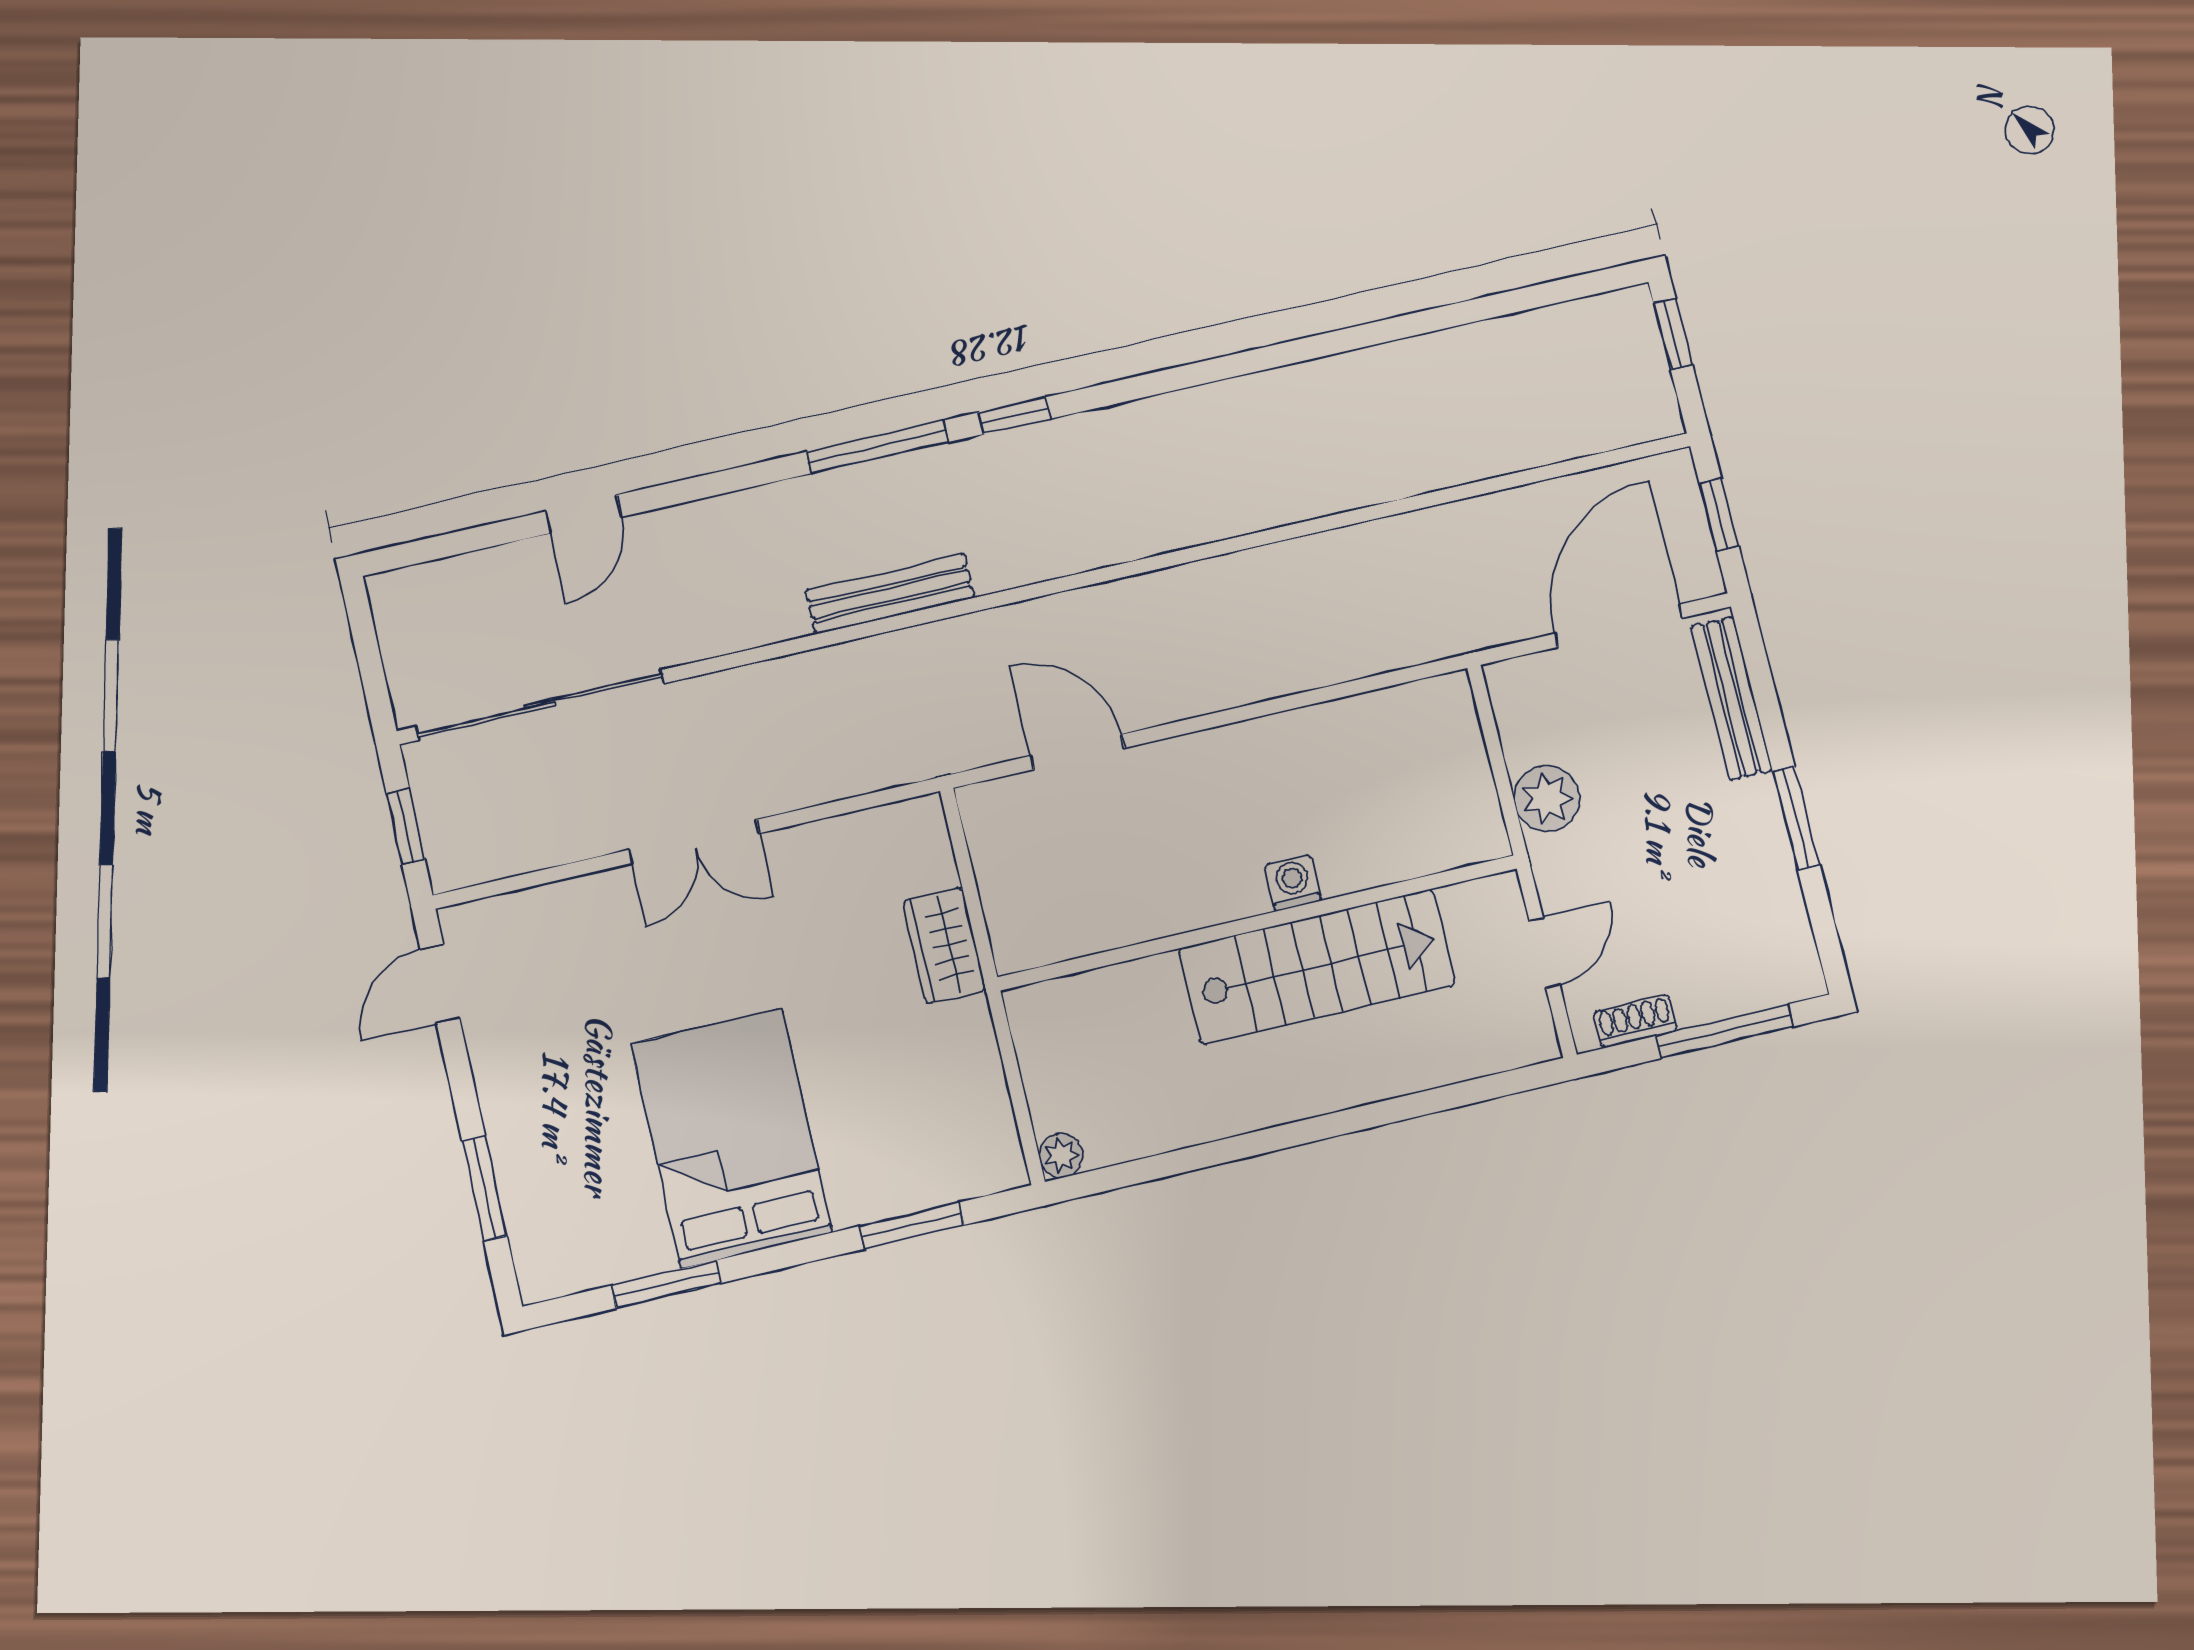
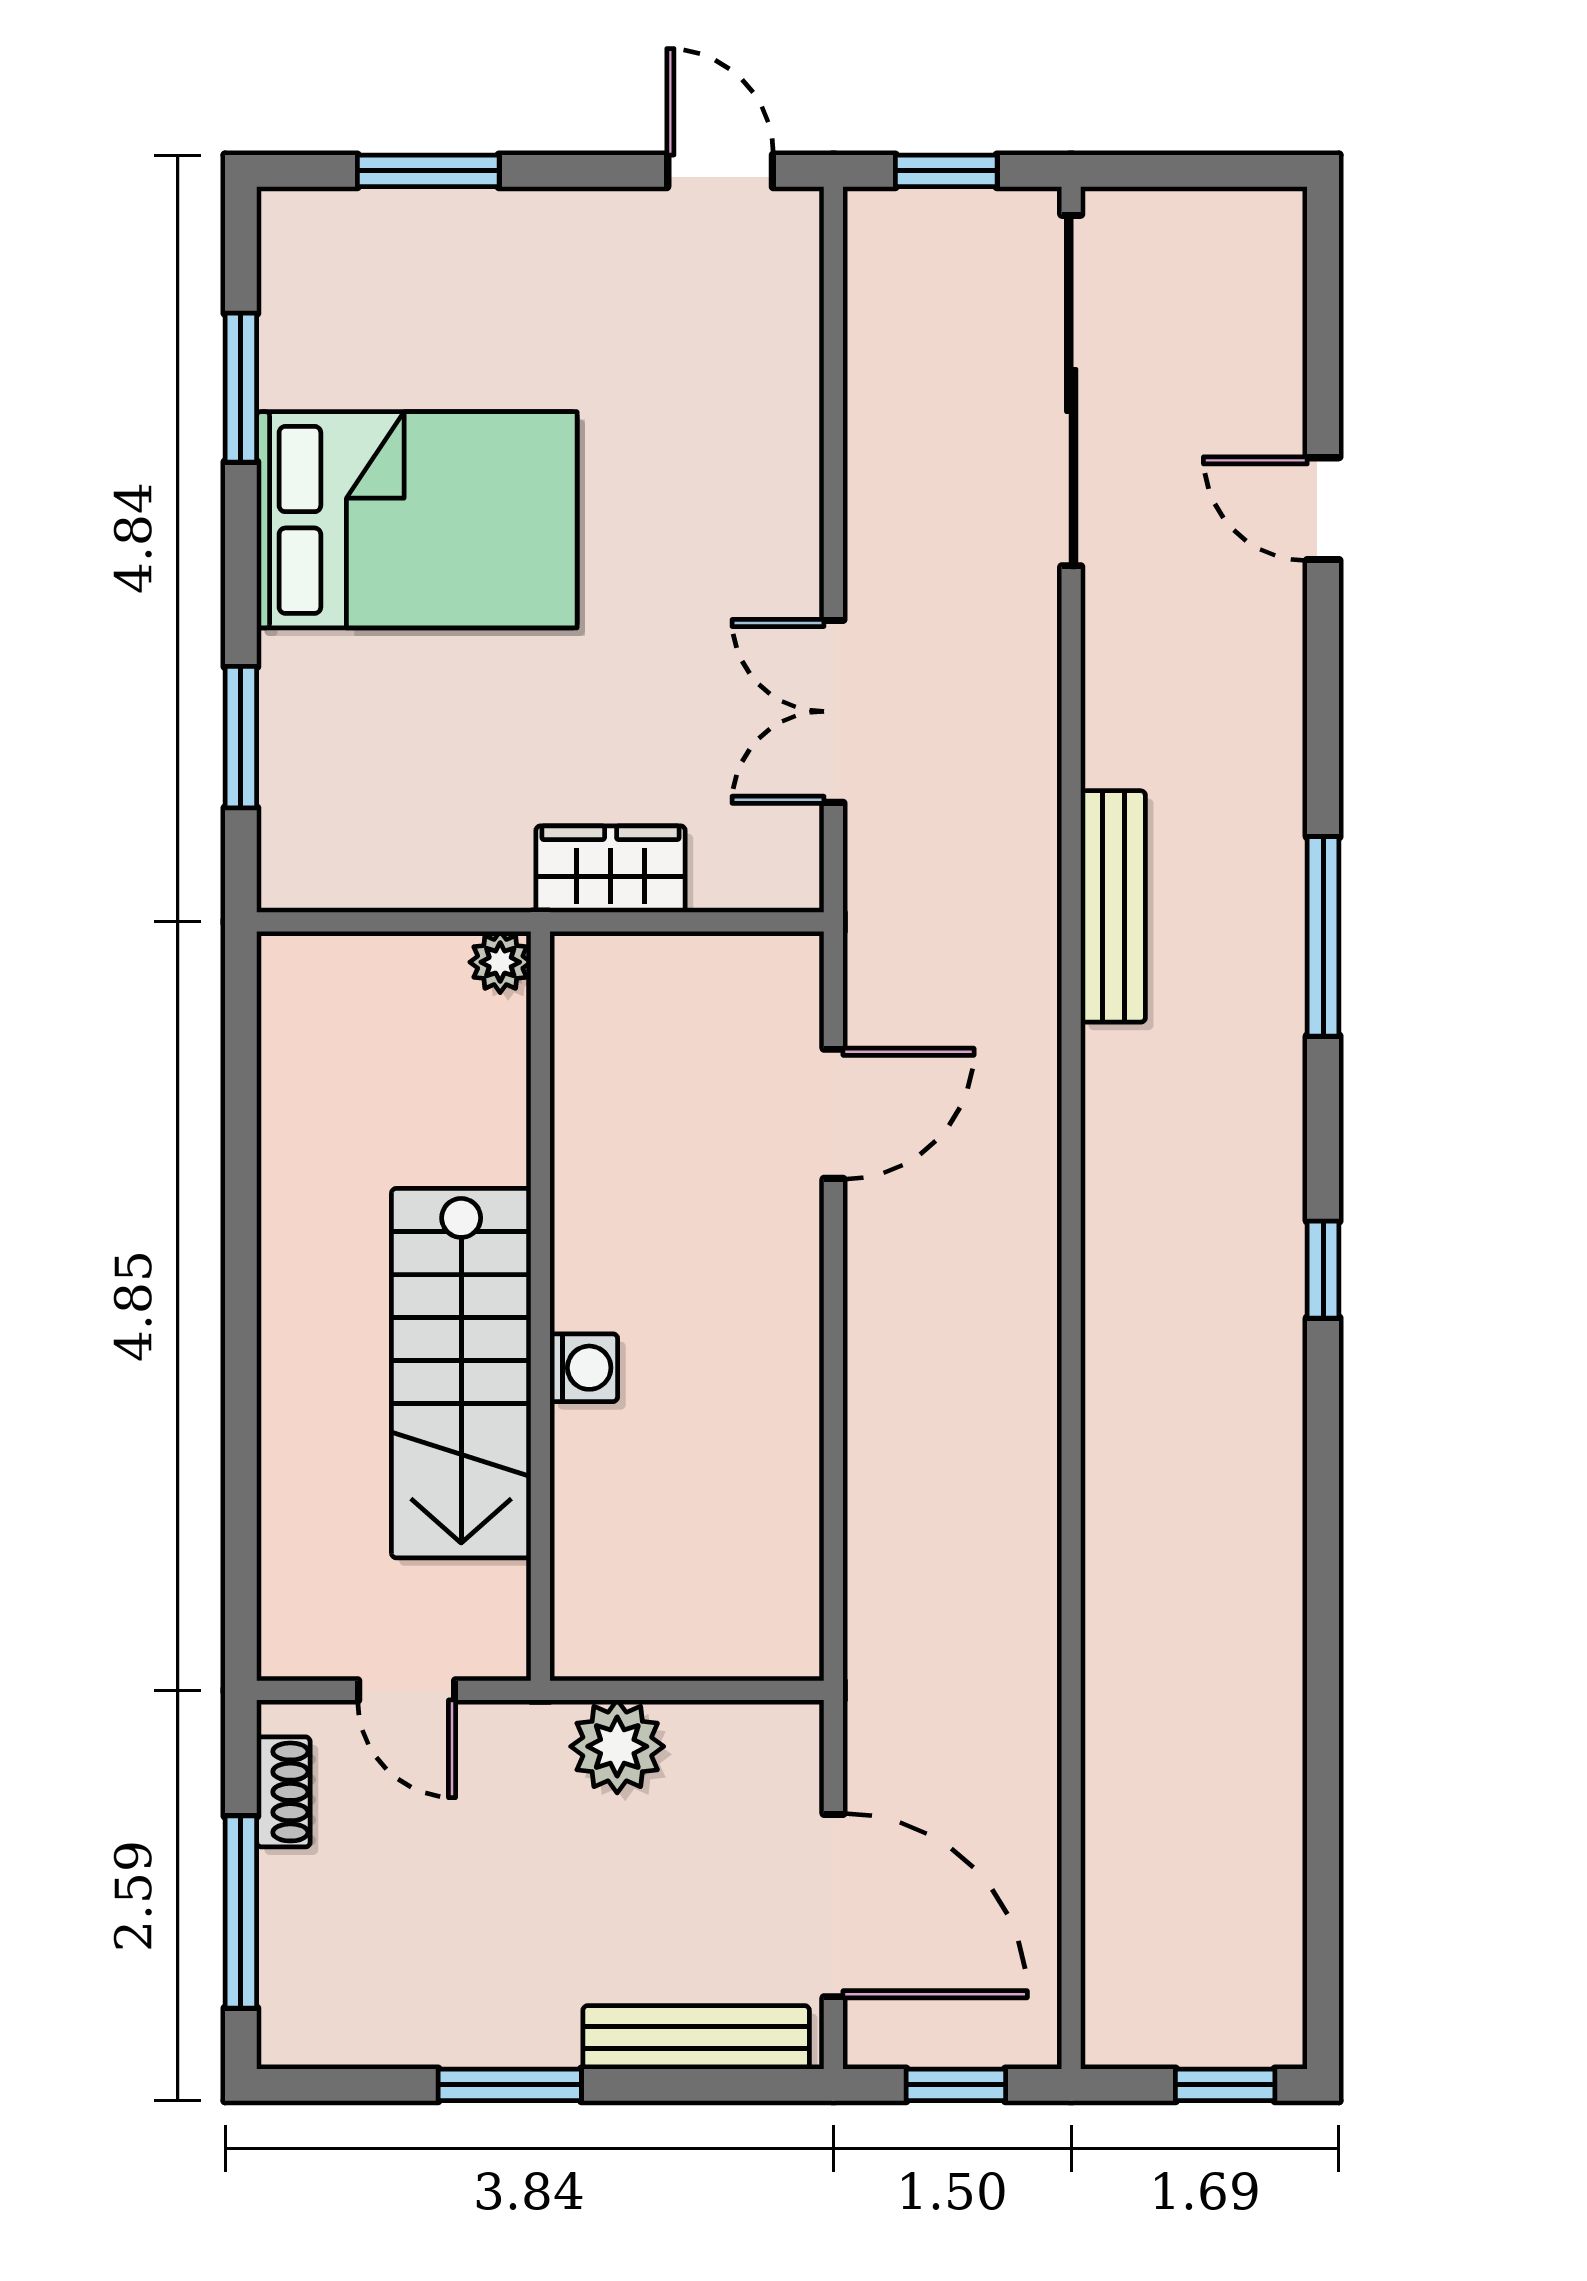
window: (1015, 416) -> (1323, 1270), moved
double door: (694, 841) -> (833, 711), moved
plant: (1061, 1155) -> (500, 962), moved

